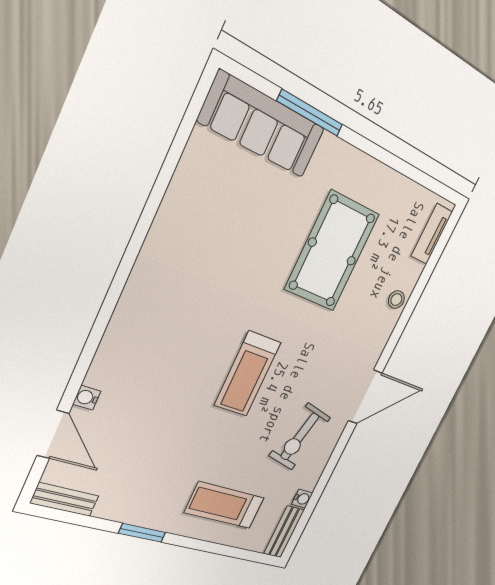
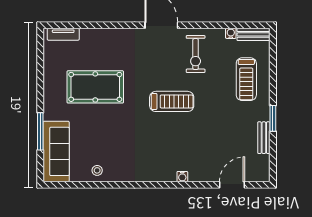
stool: (396, 300) -> (97, 170), moved
water cooler: (87, 398) -> (182, 177), moved
exercise bike: (300, 436) -> (196, 54), turned 77
bench: (65, 500) -> (264, 138), moved

